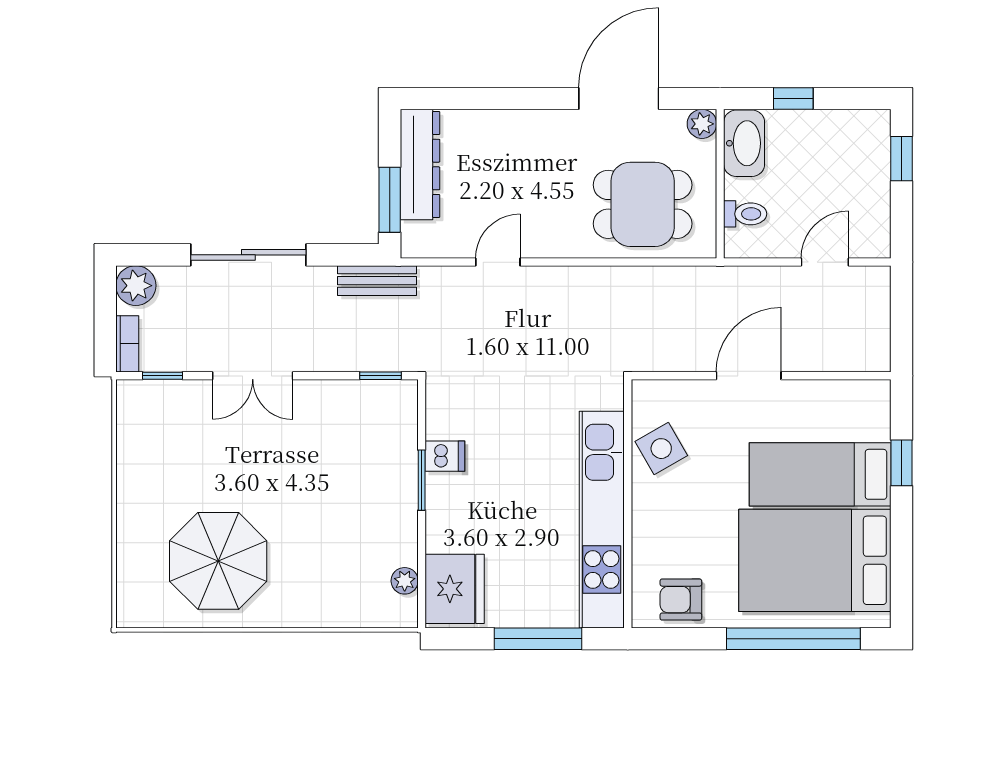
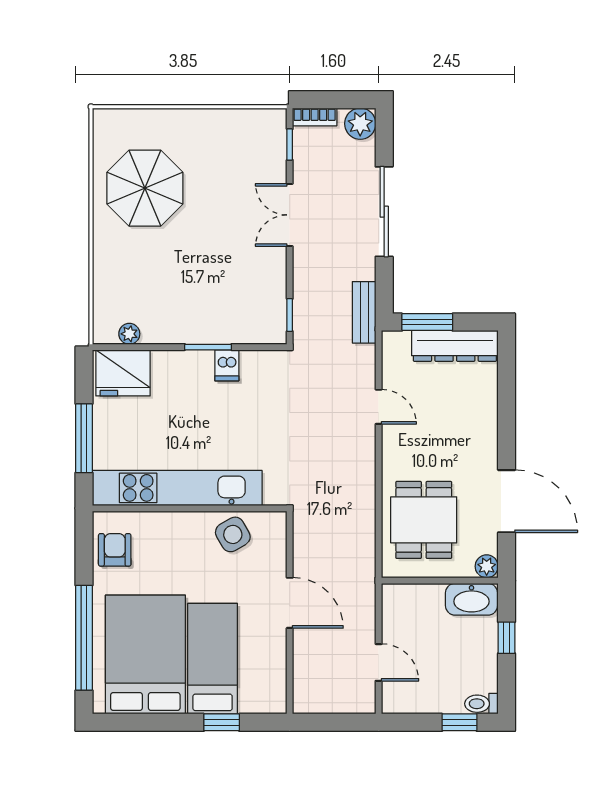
toilet: (745, 214) -> (481, 704), moved, turned 90

